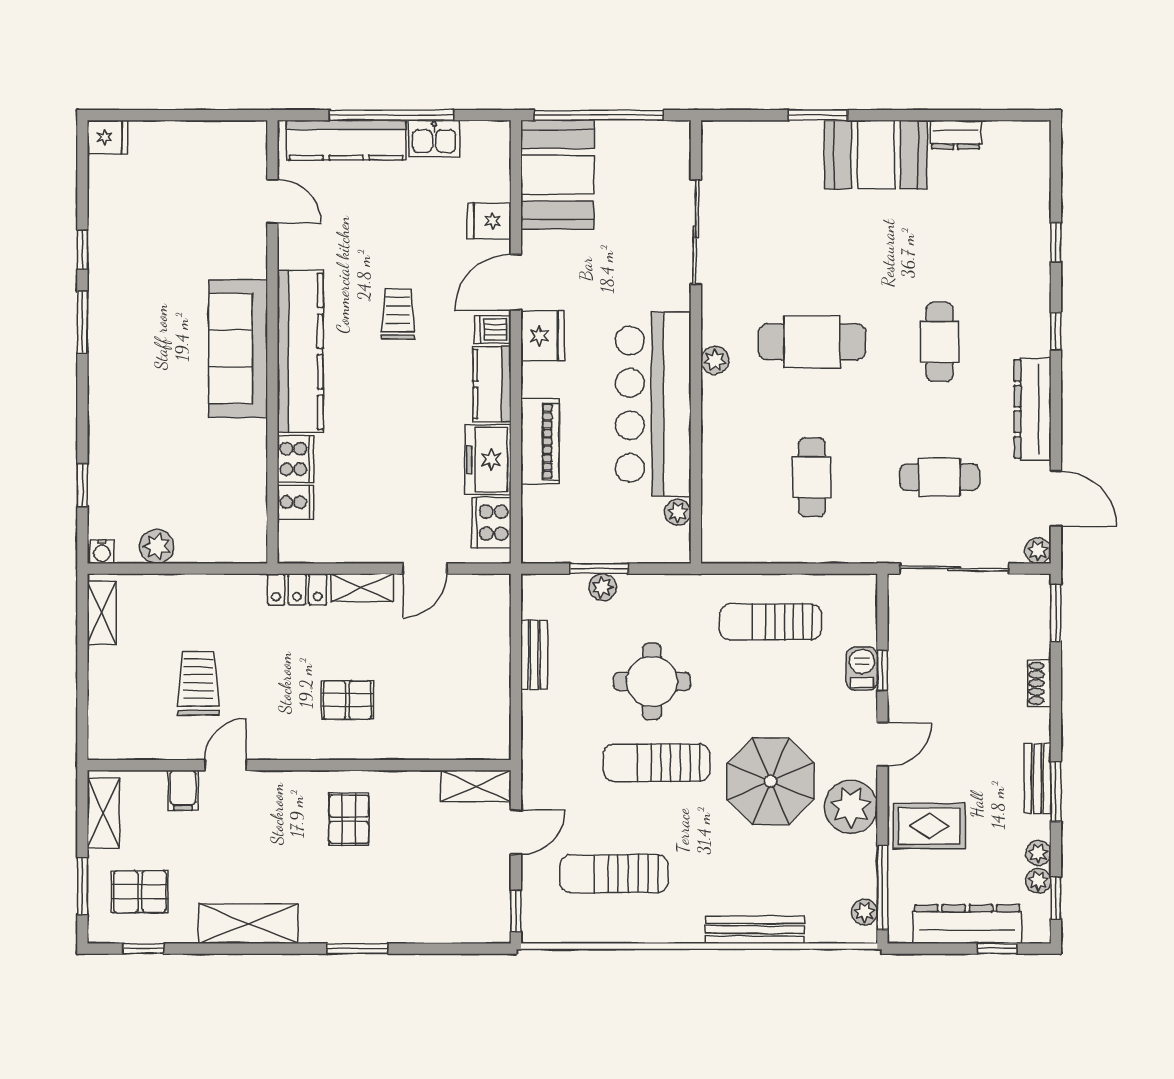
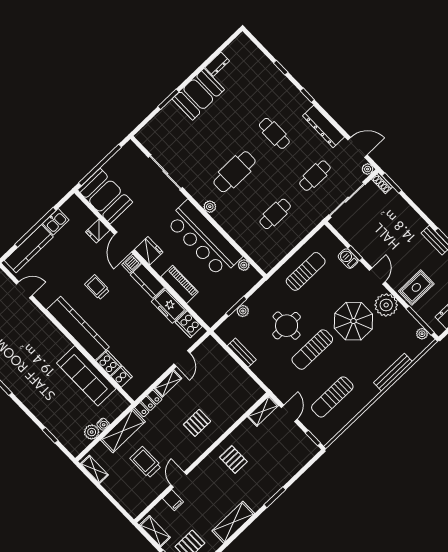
sofa: (238, 349) -> (86, 376), moved
cafe table: (812, 477) -> (275, 214), turned 90
water cooler: (102, 552) -> (103, 424), moved
shelving: (211, 594) -> (123, 431), added
sun lounger: (771, 622) -> (306, 271), turned 180
shoe rack: (1039, 683) -> (382, 183), moved

